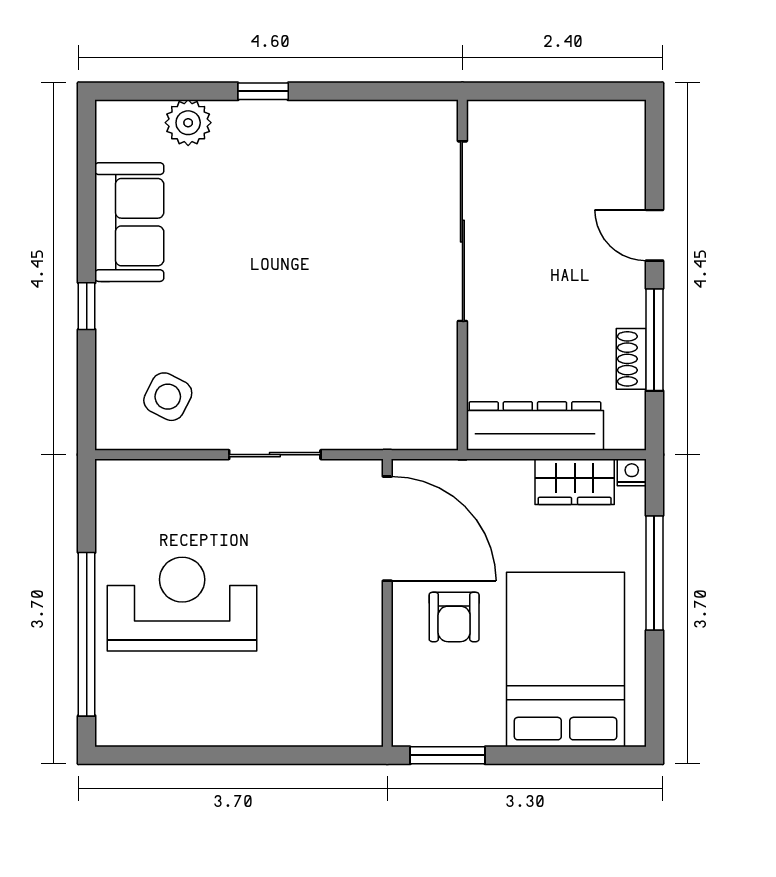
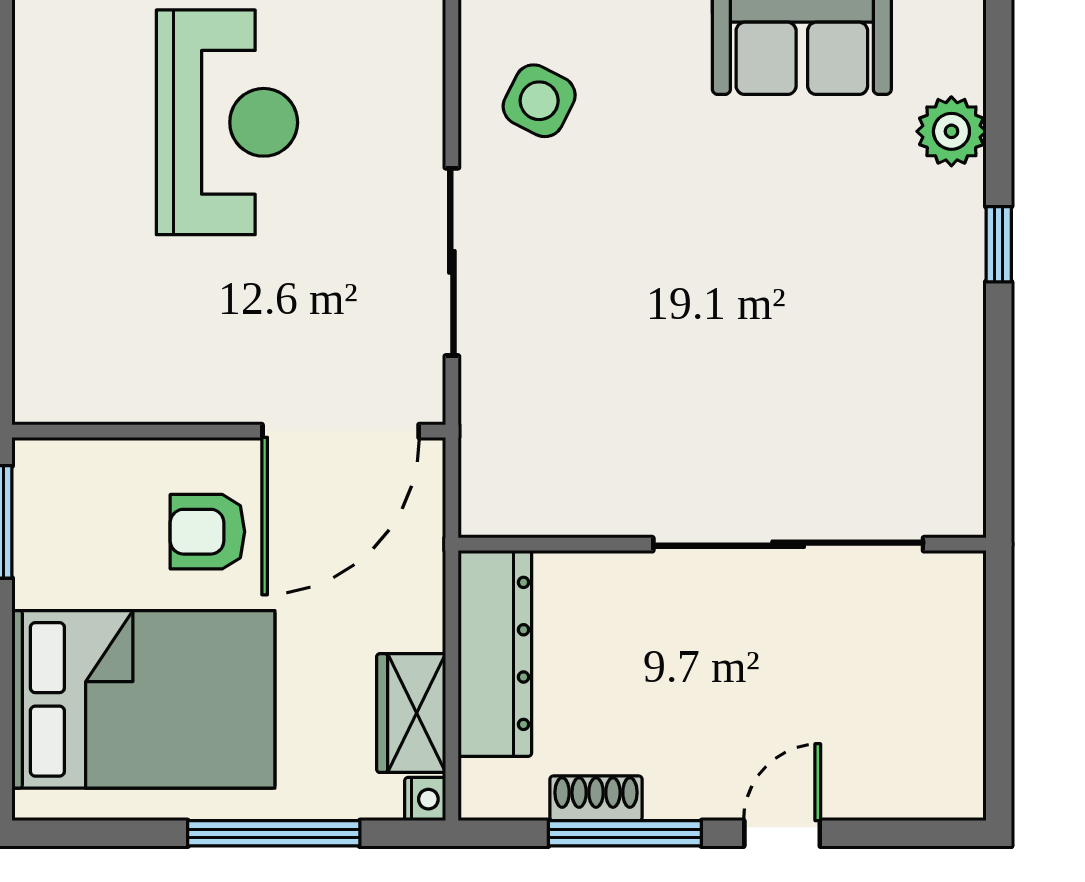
sliding door: (275, 455) -> (452, 262), width x1.37

